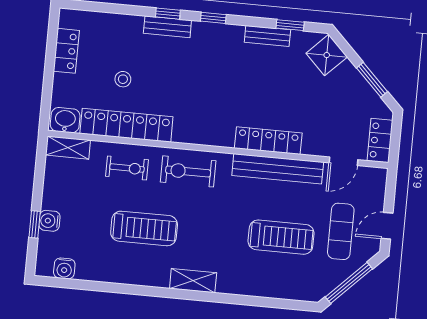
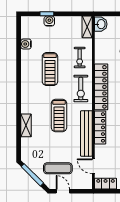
locker: (126, 125) -> (101, 87), moved
exercise bike: (188, 171) -> (81, 89), turned 180
treadmill: (281, 237) -> (59, 115), moved
water cooler: (64, 268) -> (26, 44), moved
shelving: (193, 281) -> (26, 125), moved

